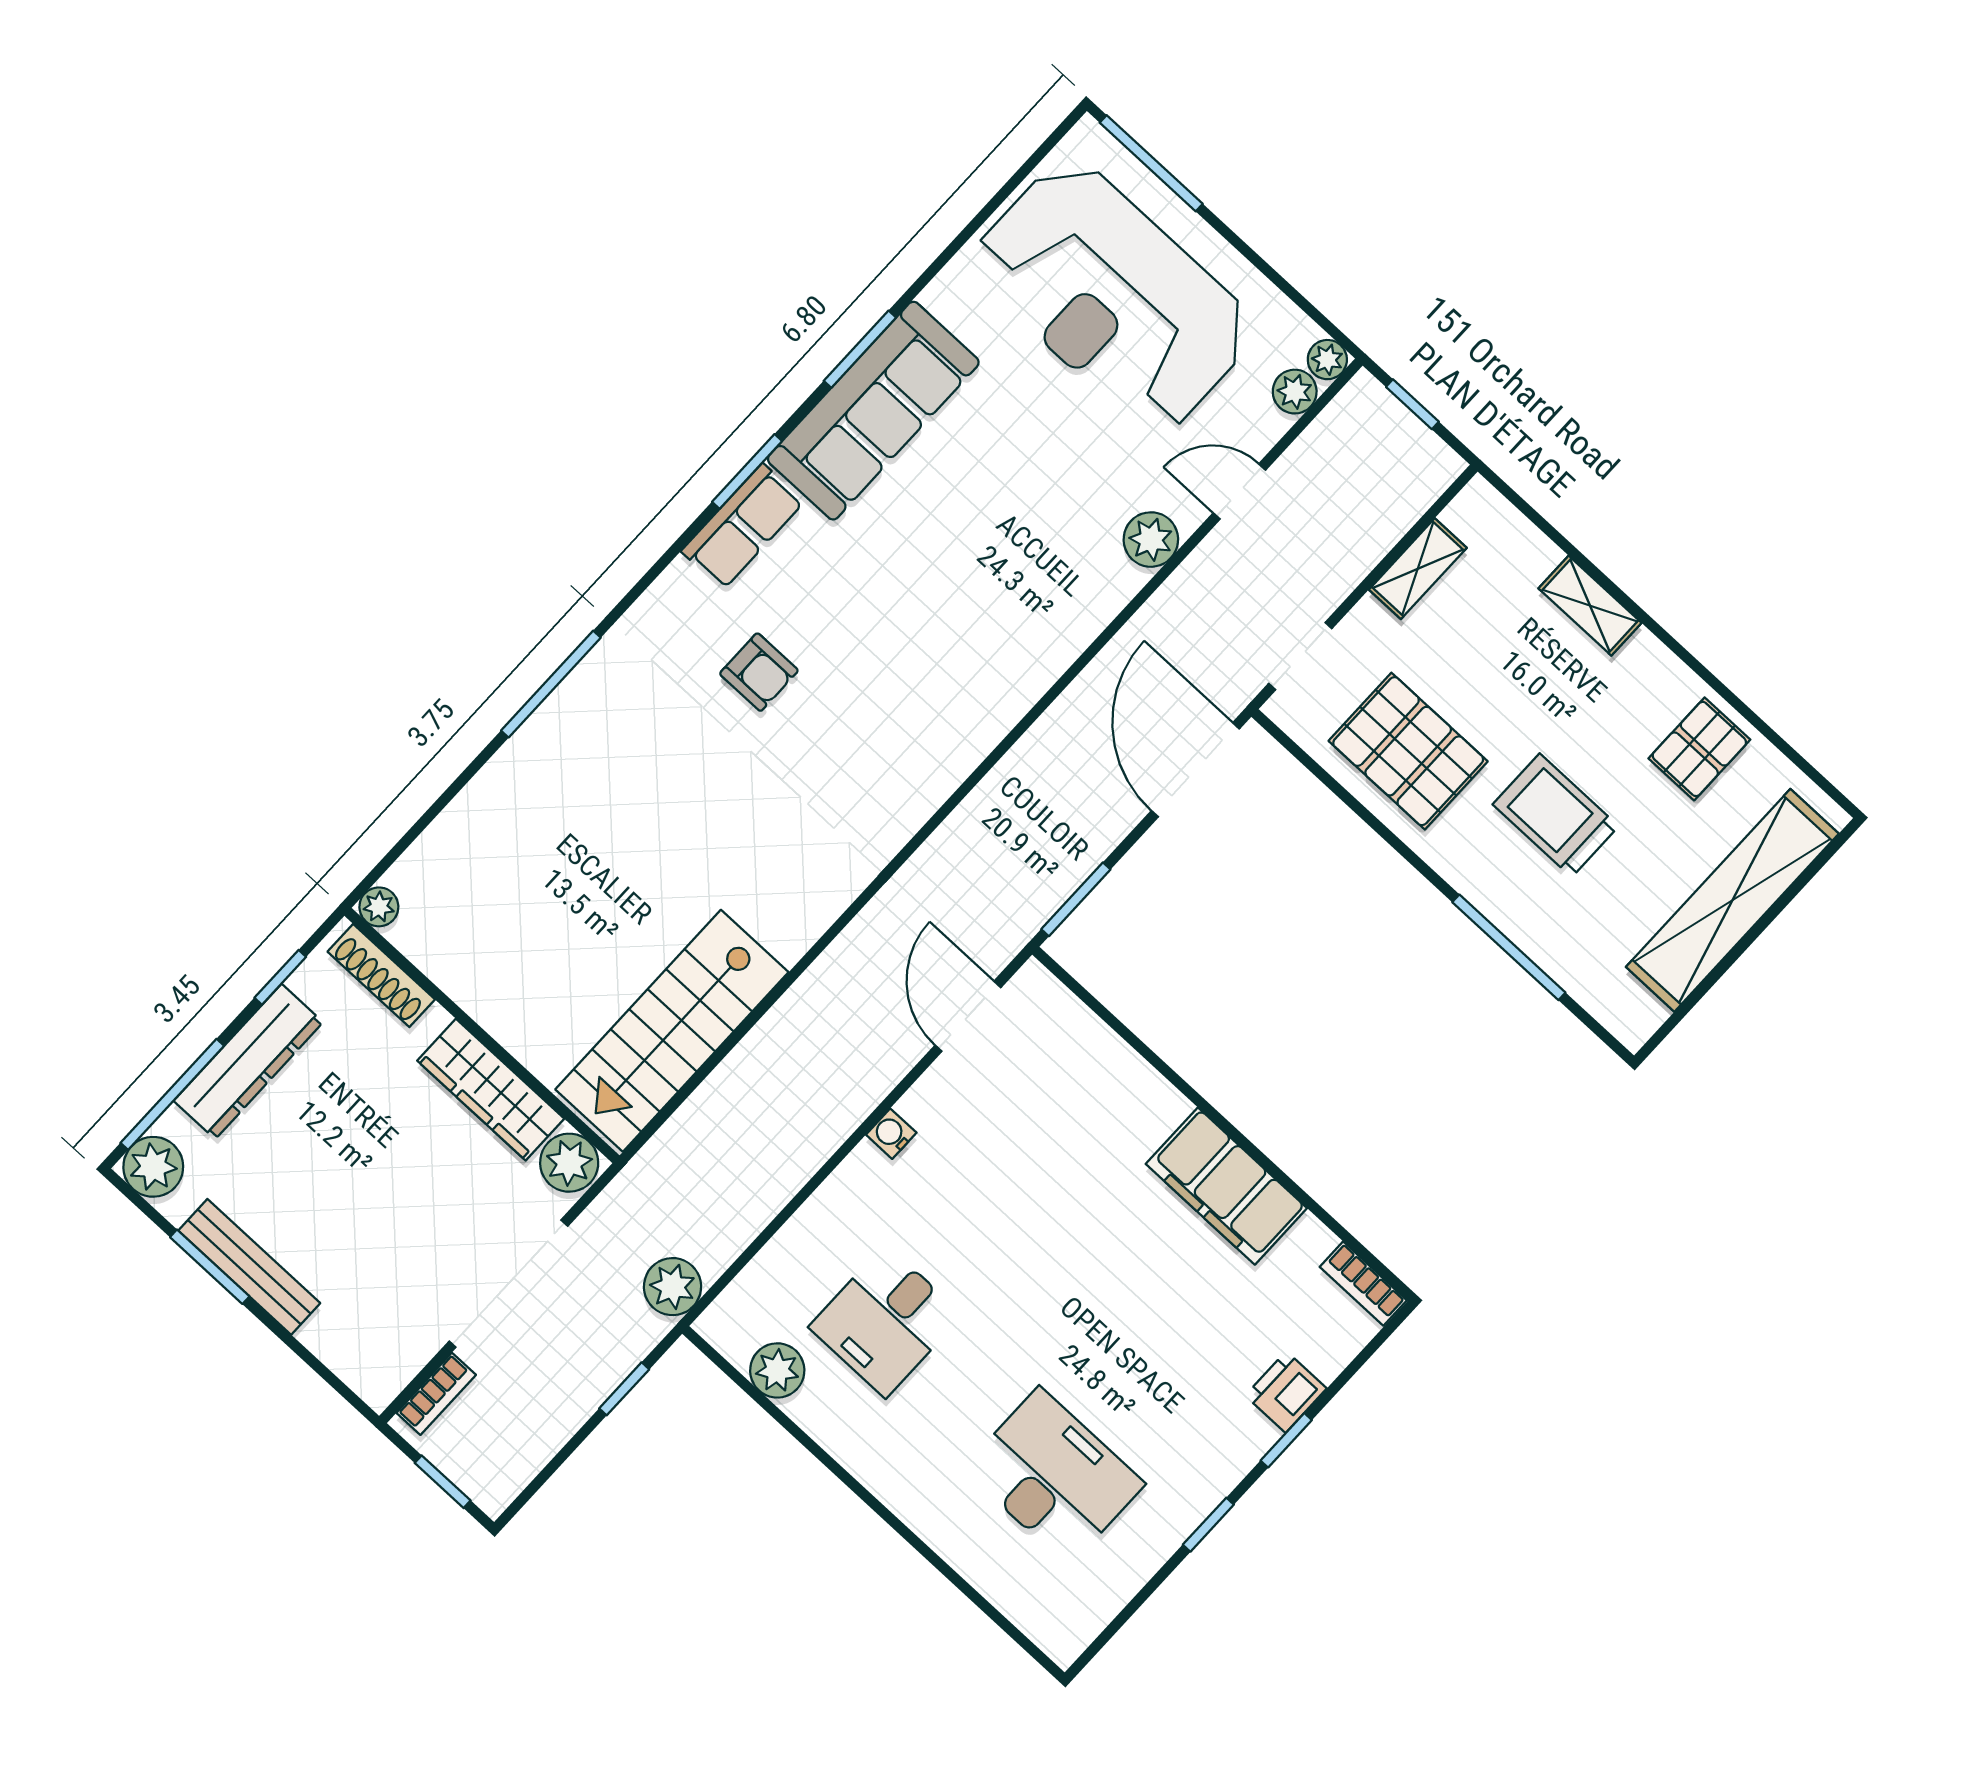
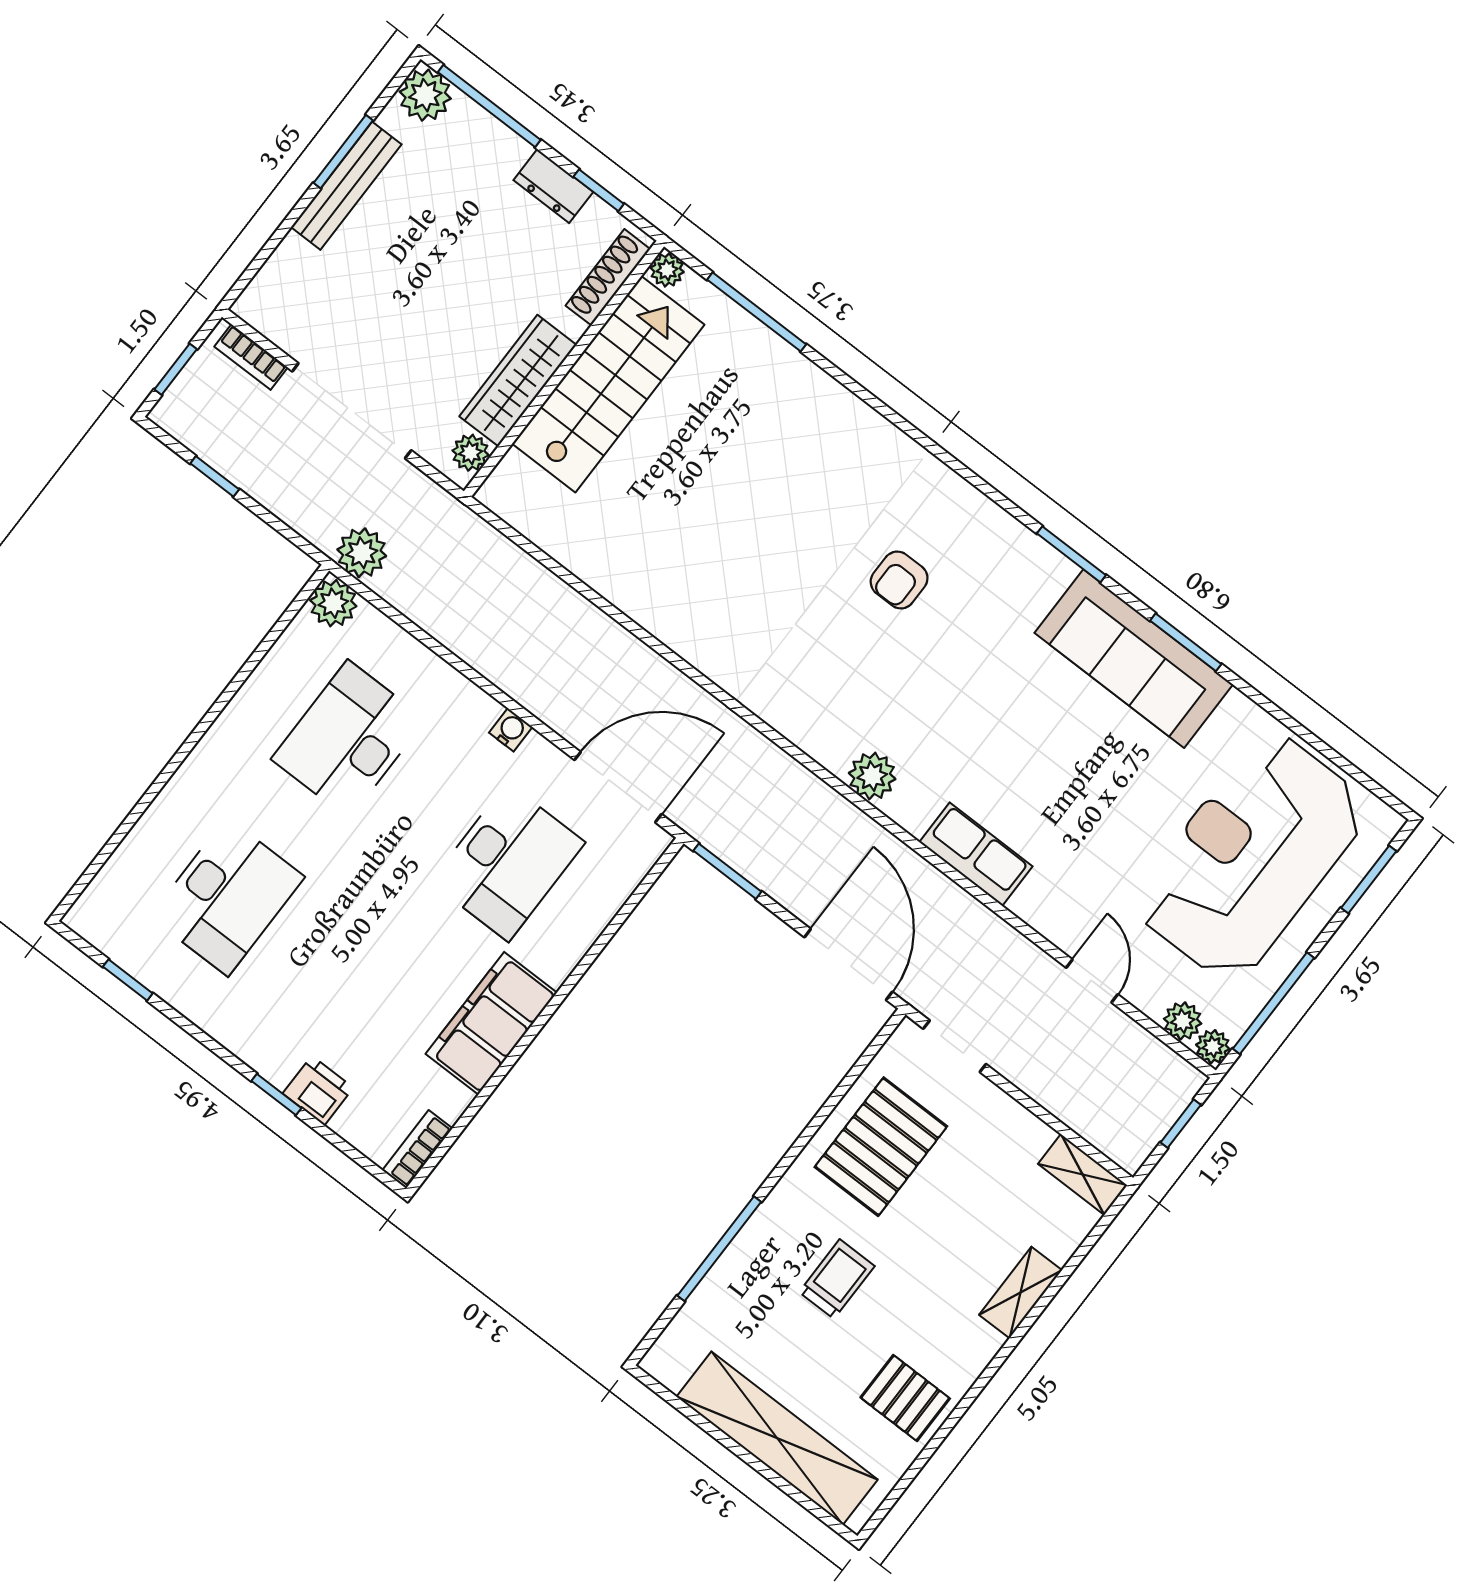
window: (1151, 163) -> (1369, 880), width x0.69
window: (1284, 285) -> (1273, 1003), added
row of seats: (743, 526) -> (976, 854), moved, turned 180
plant: (1151, 540) -> (872, 776), moved
shelving: (1418, 569) -> (1083, 1175), moved
window: (551, 684) -> (757, 312), moved
door: (1195, 770) -> (848, 964), hinge flipped
trolley: (1556, 815) -> (837, 1279), width x0.73, depth x0.72
door: (968, 1016) -> (618, 787), width x1.36
stairs: (672, 1031) -> (608, 384), moved, turned 90
dresser: (248, 1061) -> (553, 186), width x0.51, depth x0.80
desk: (1043, 1151) -> (508, 862), added
plant: (569, 1163) -> (470, 453), width x0.73, depth x0.73
desk: (886, 1321) -> (348, 739), width x1.37
plant: (777, 1370) -> (333, 603), moved
window: (624, 1389) -> (215, 476), moved
window: (1208, 1525) -> (128, 980), moved

